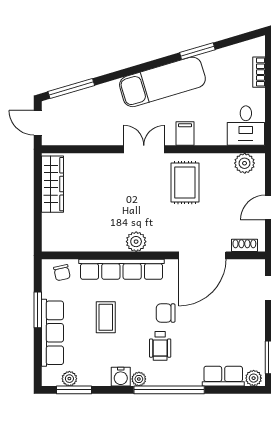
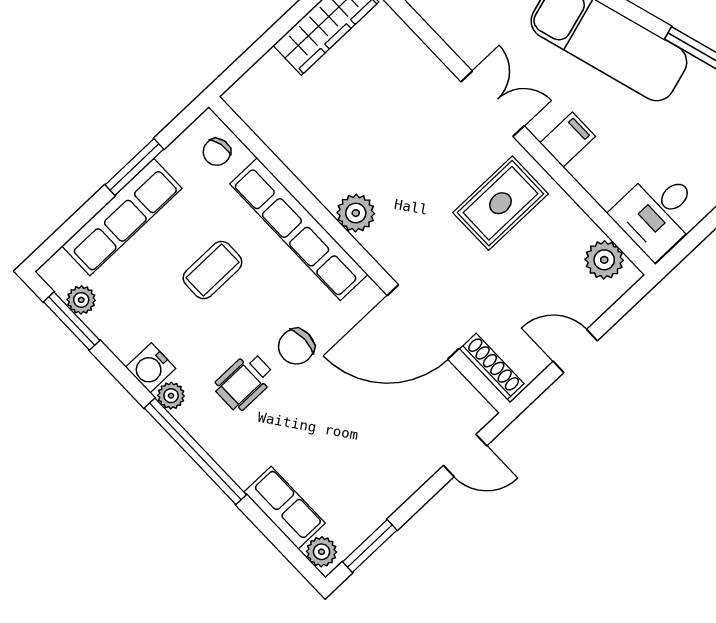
shoe rack: (244, 245) -> (492, 366), width x1.43
chair: (166, 313) -> (296, 346), turned -90

